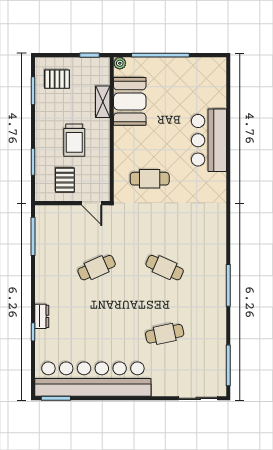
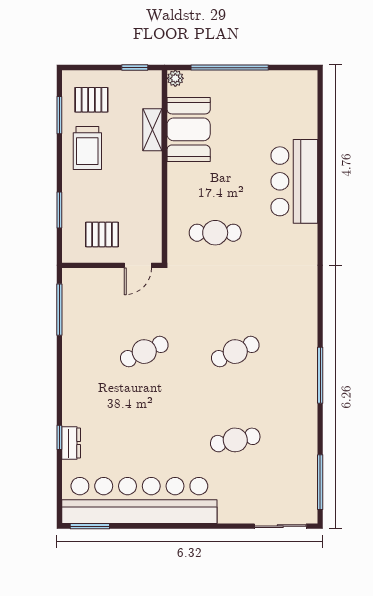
trolley: (74, 140) -> (87, 148), moved
pallet: (65, 180) -> (102, 234), turned 90
door: (92, 203) -> (138, 265), hinge flipped
cafe table: (165, 268) -> (235, 352), turned -48
dresser: (42, 316) -> (71, 443), moved

